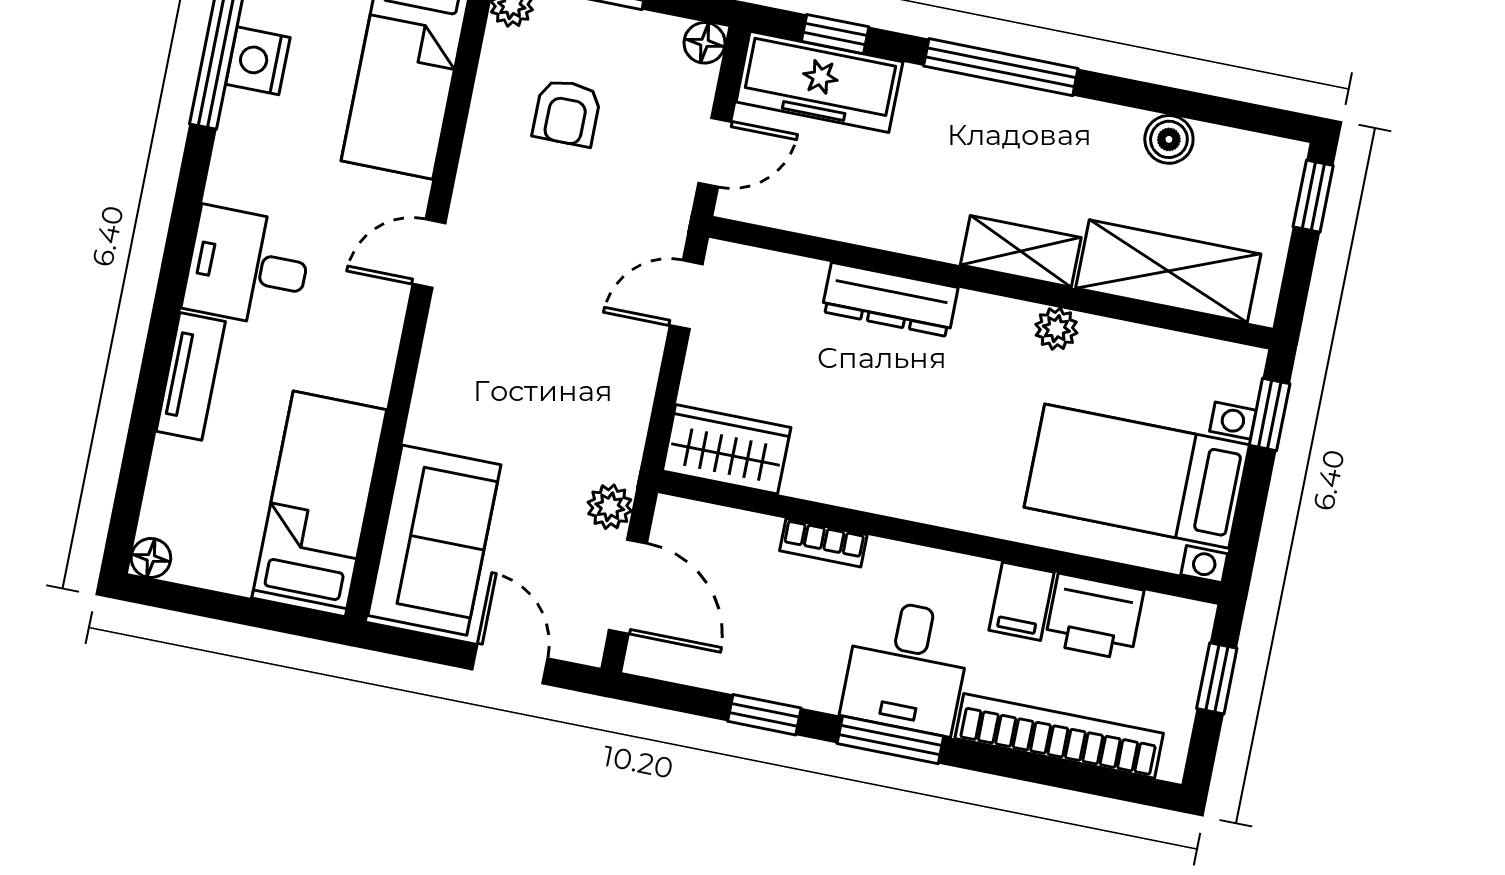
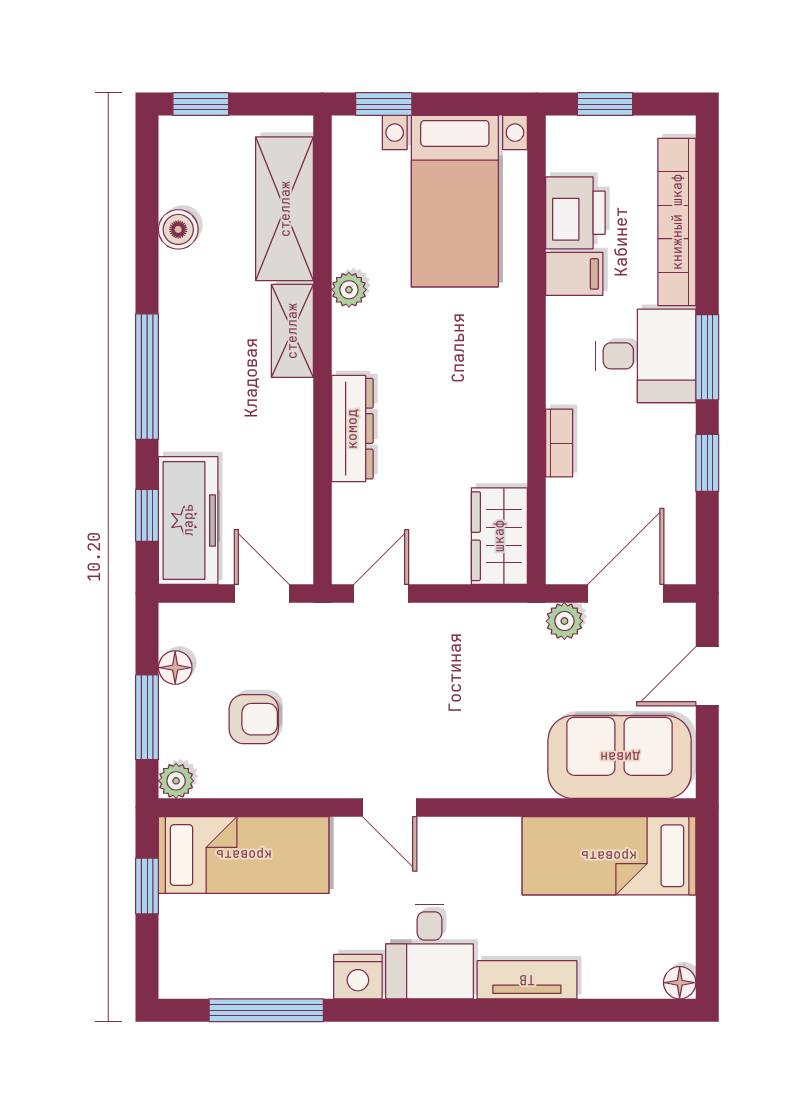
floor lamp: (705, 43) -> (175, 668), moved
nightstand: (258, 61) -> (358, 977), moved
door: (686, 295) -> (381, 594), swing flipped

